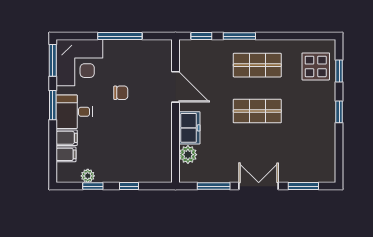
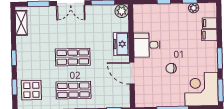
desk: (74, 112) -> (147, 45), moved, turned 180
plant: (188, 155) -> (122, 11), moved
shelving: (328, 160) -> (21, 23), added

